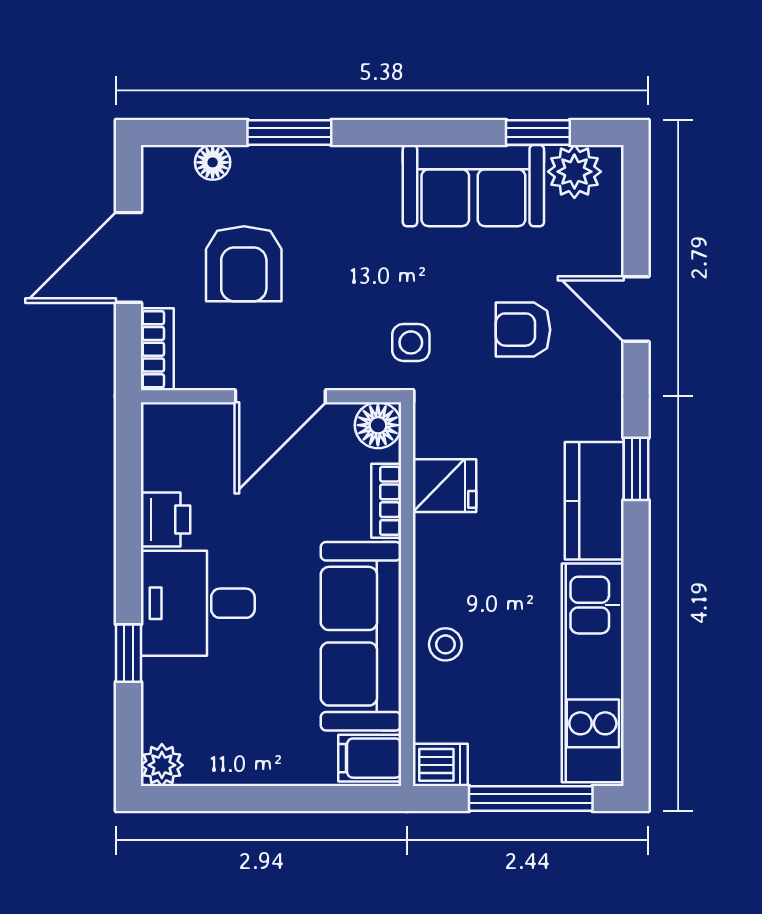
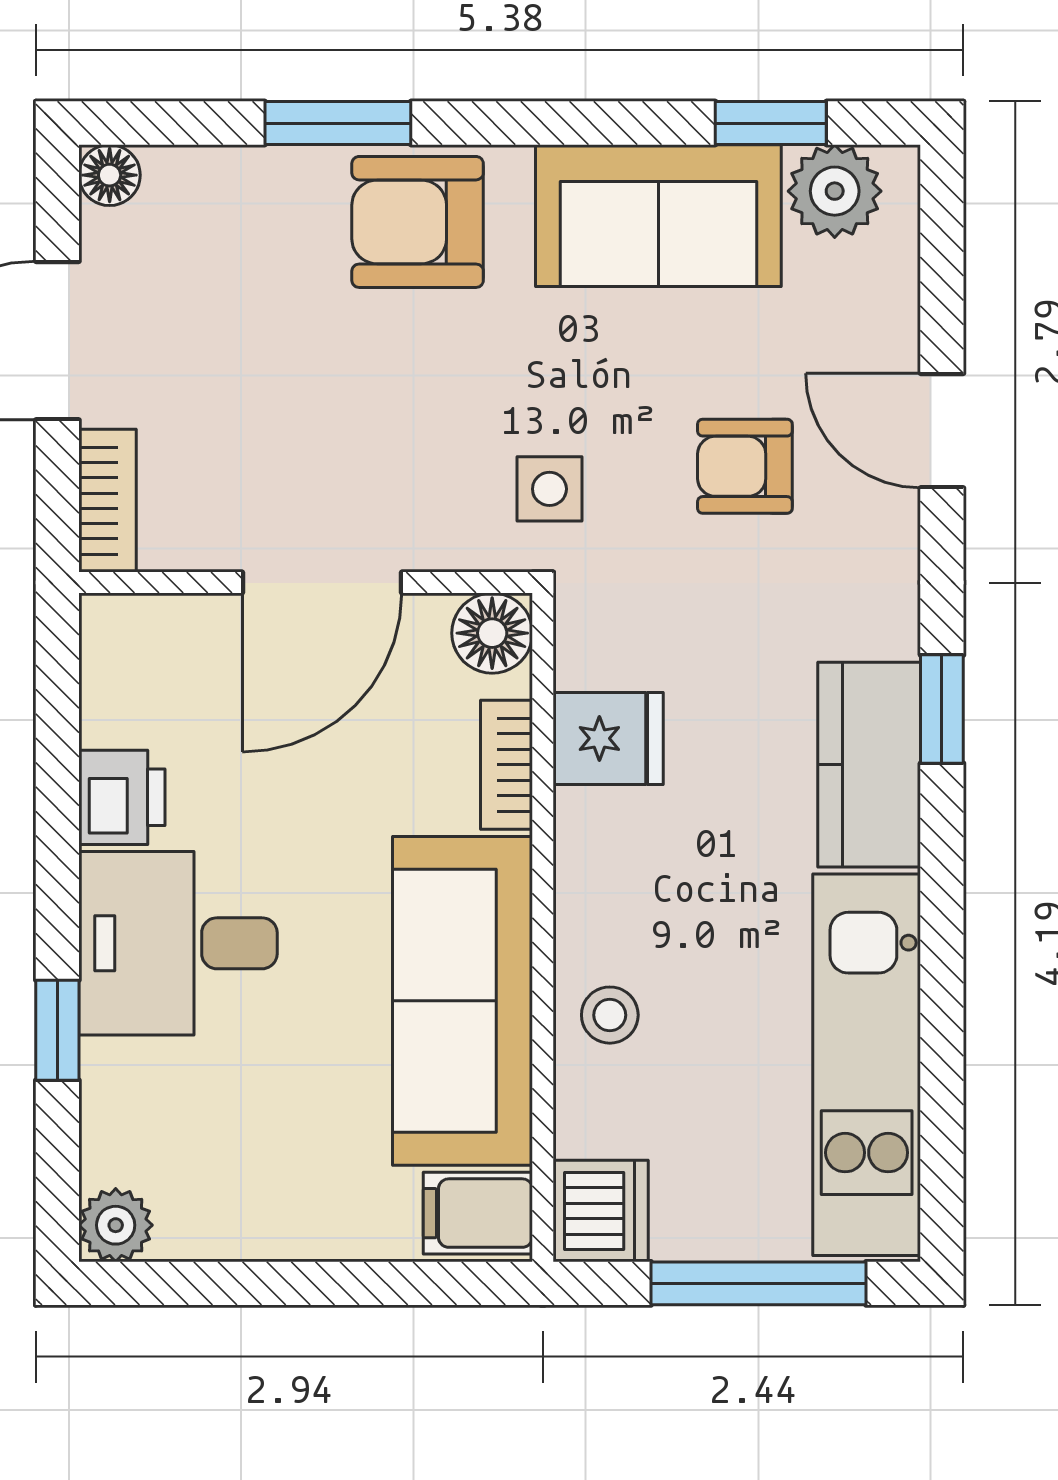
floor lamp: (213, 162) -> (110, 175), moved
armchair: (244, 264) -> (418, 222), moved, turned 90
dishwasher: (440, 765) -> (601, 1211), width x1.38

